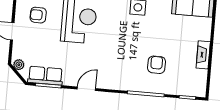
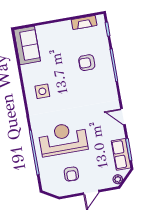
fireplace: (203, 55) -> (84, 22), moved

